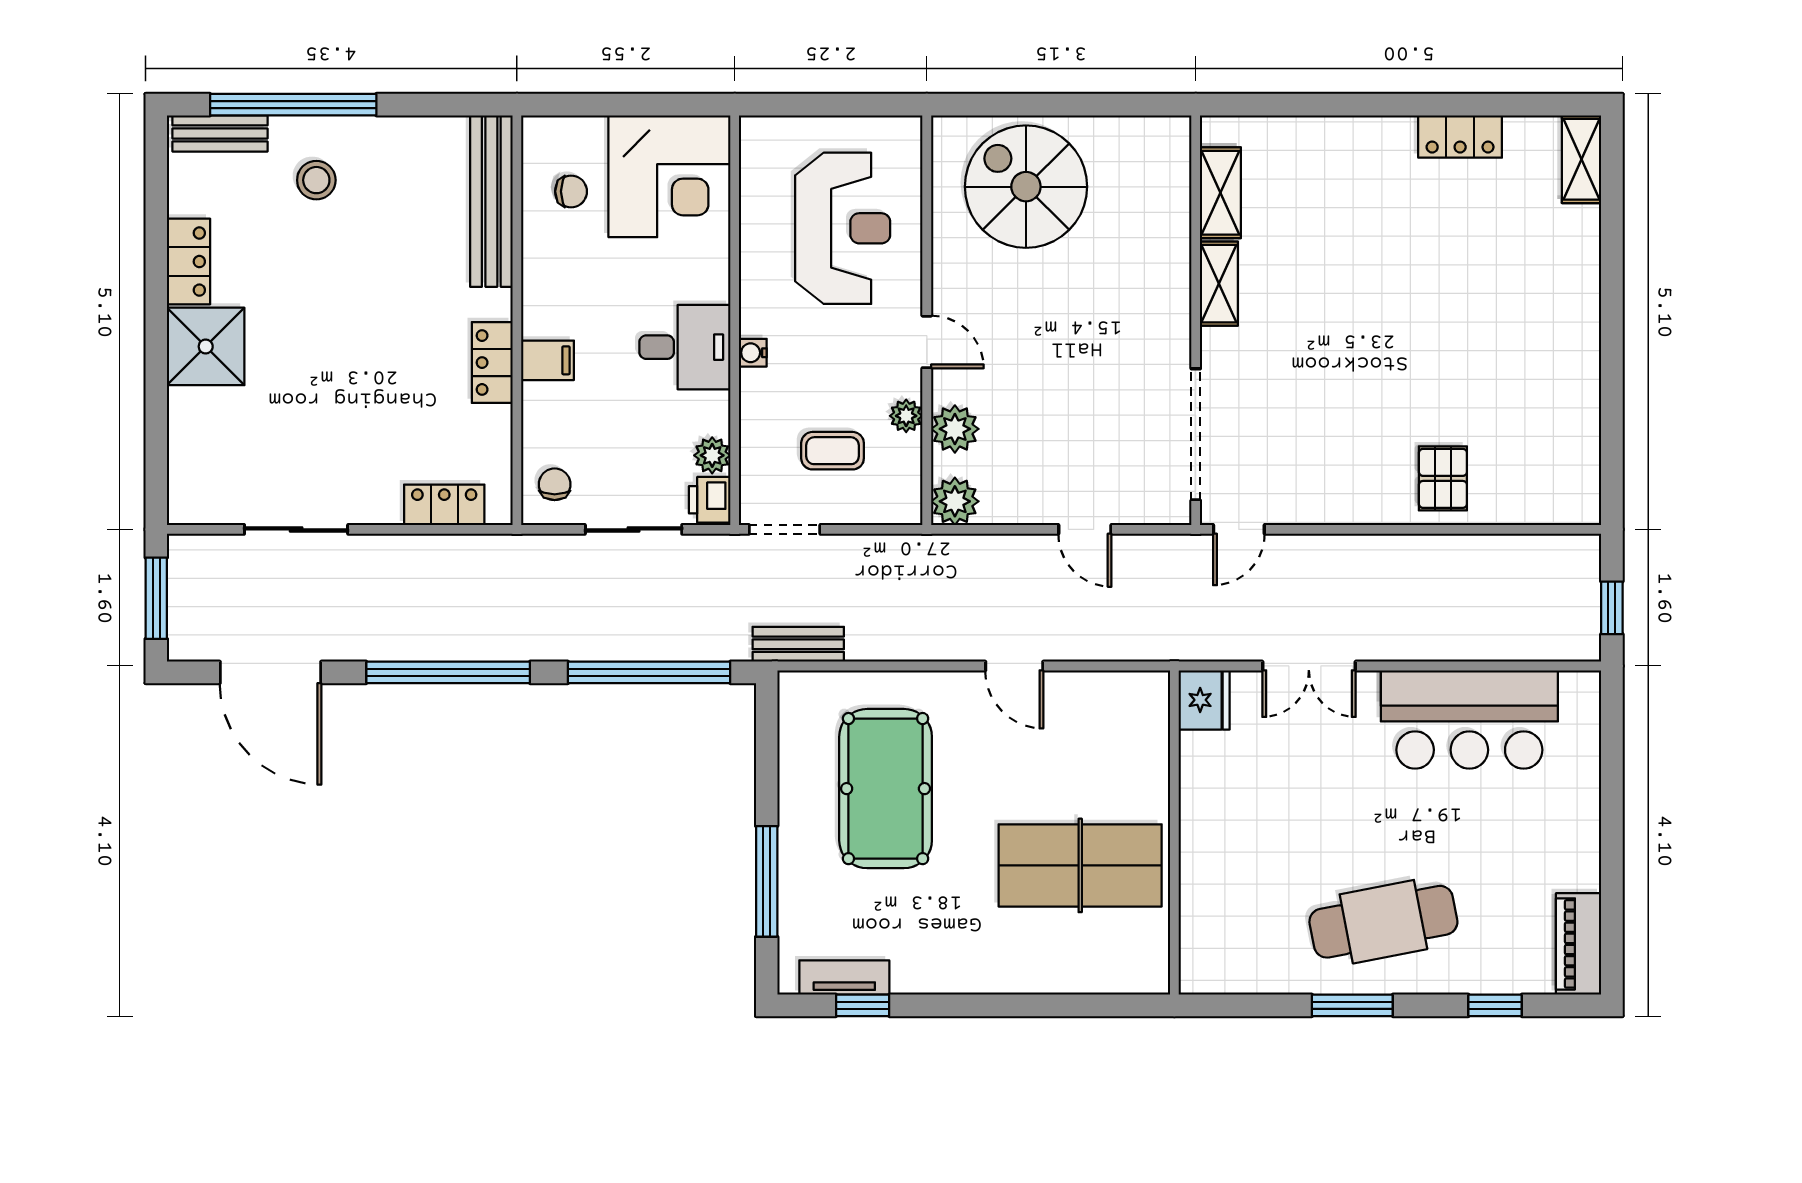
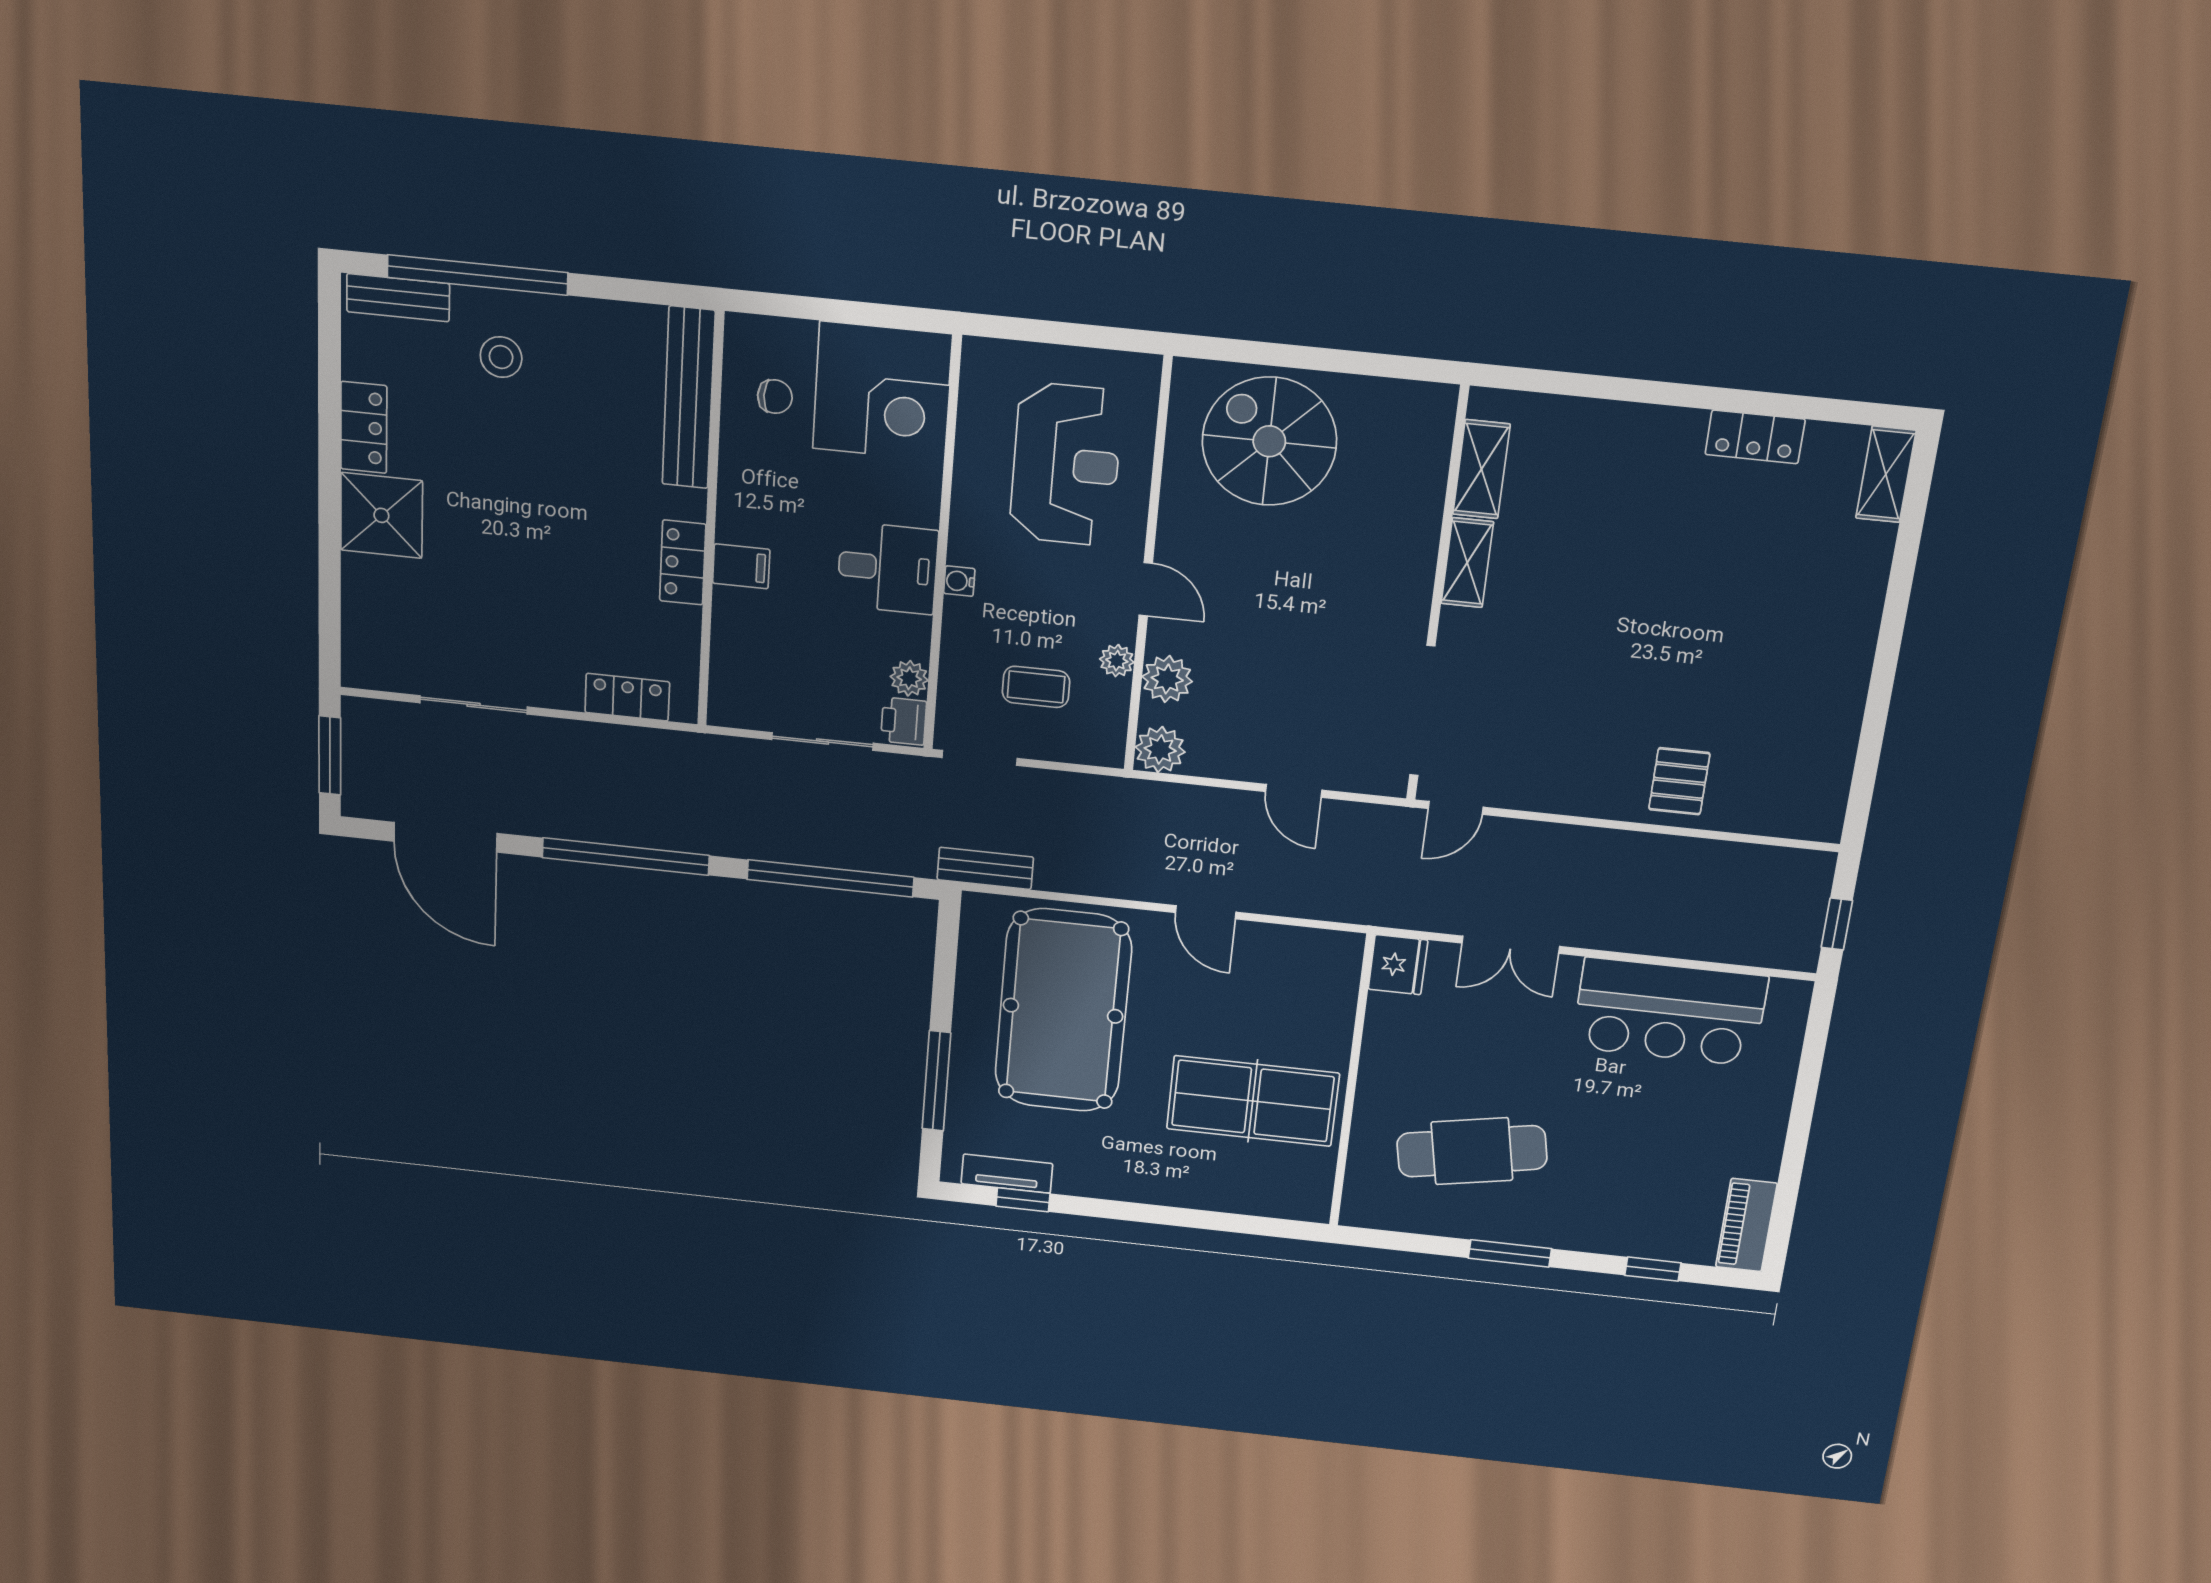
chair: (555, 484) -> (743, 689), removed
pool table: (886, 789) -> (1063, 1011), width x1.36, depth x1.32
cafe table: (1383, 922) -> (1472, 1151), moved

